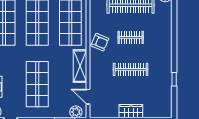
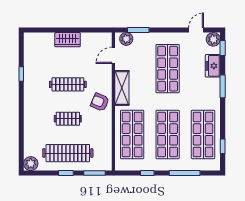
armchair: (100, 42) -> (100, 102), moved
door: (88, 97) -> (113, 55), swing flipped

